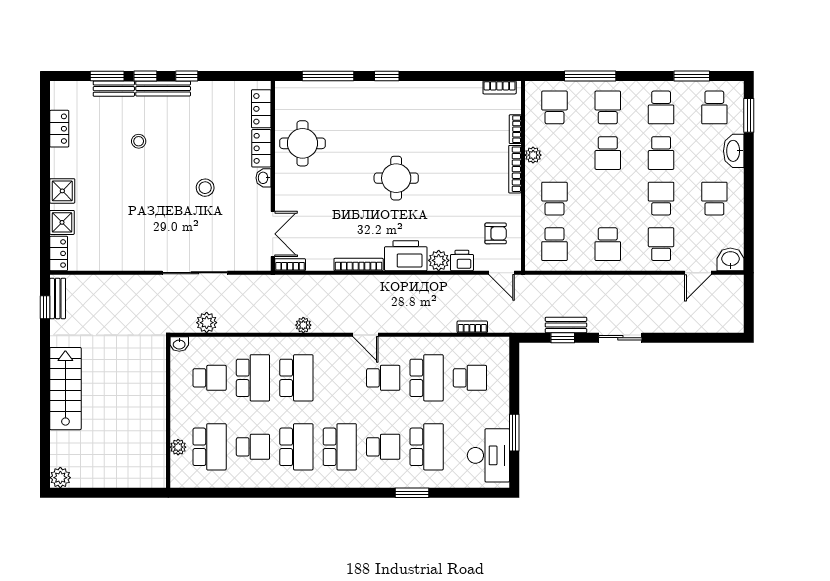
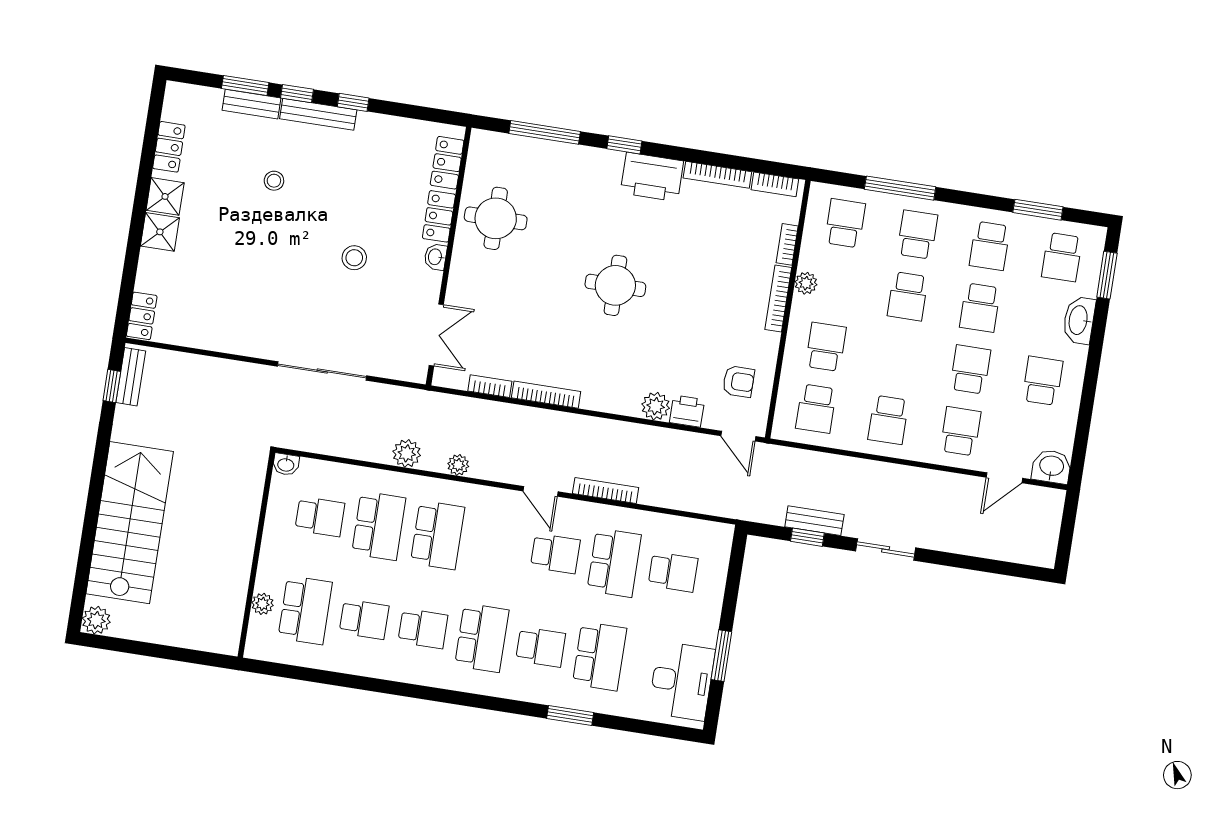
bookcase: (457, 87) -> (717, 175), added
shower: (62, 222) -> (165, 196), moved
printer: (406, 256) -> (652, 177), moved, turned 180
bookcase: (290, 265) -> (490, 386), moved
plant: (207, 323) -> (407, 453), moved
bookcase: (472, 327) -> (606, 491), moved, width x1.56
stairs: (65, 389) -> (130, 523), width x1.36, depth x1.51
school desk: (296, 447) -> (423, 629), width x0.54

